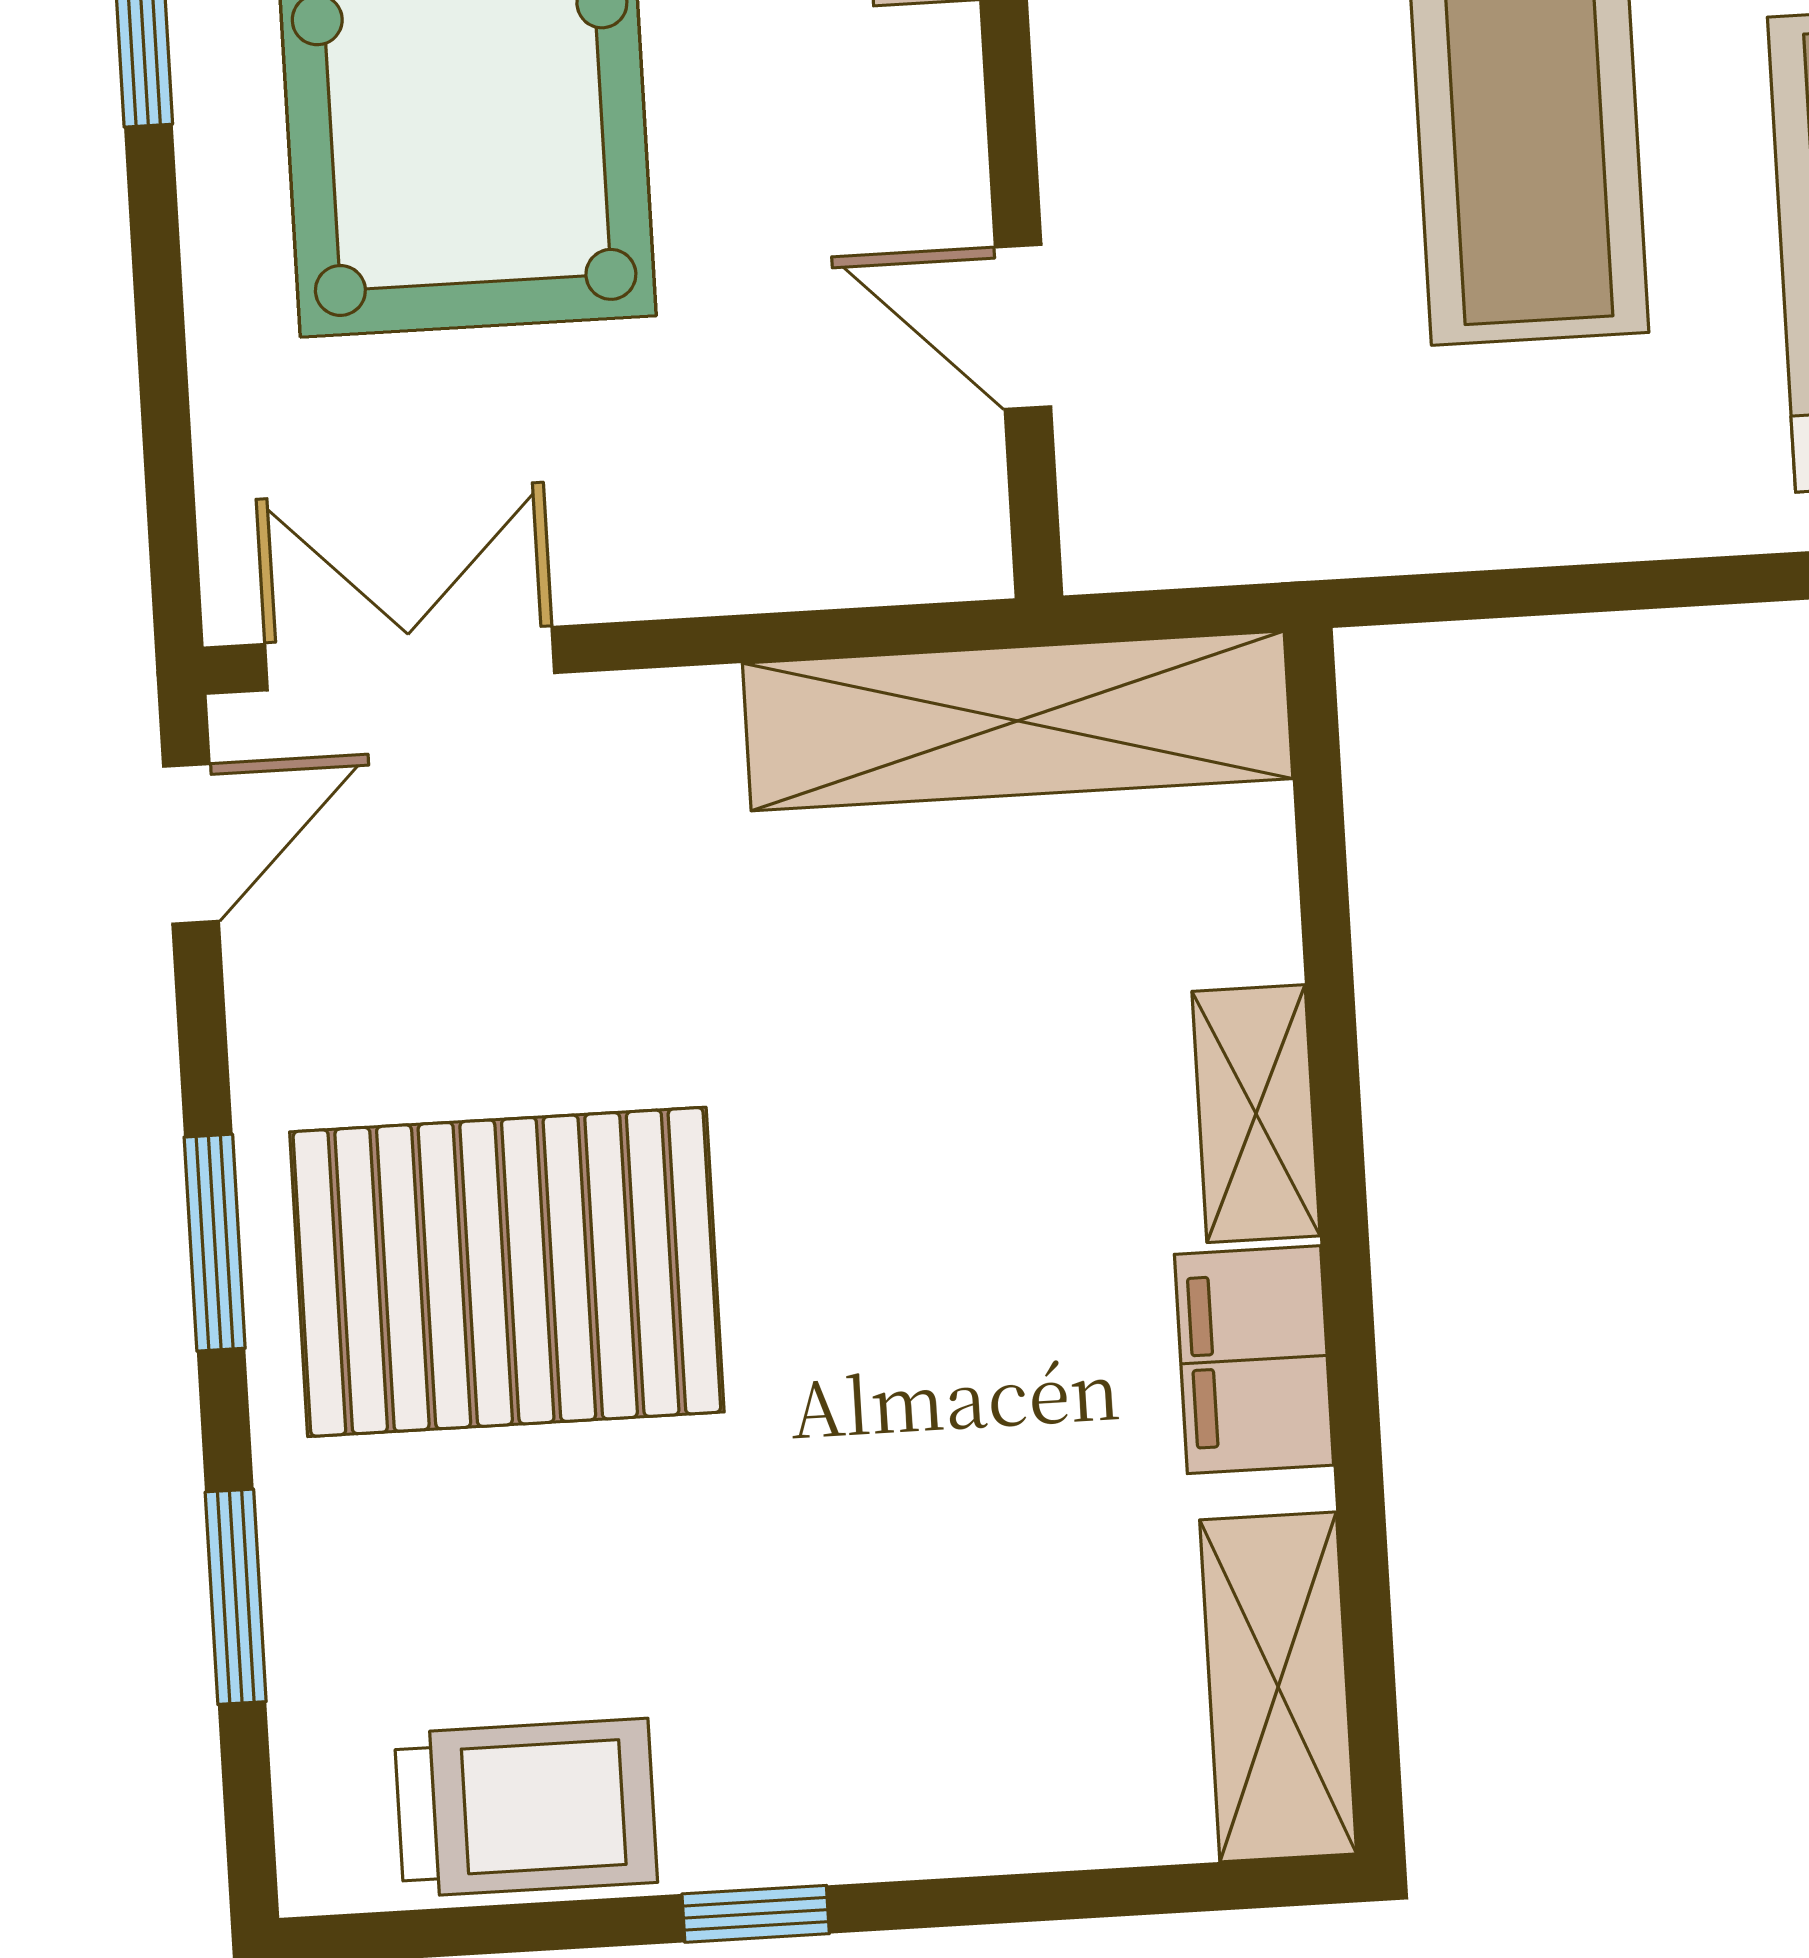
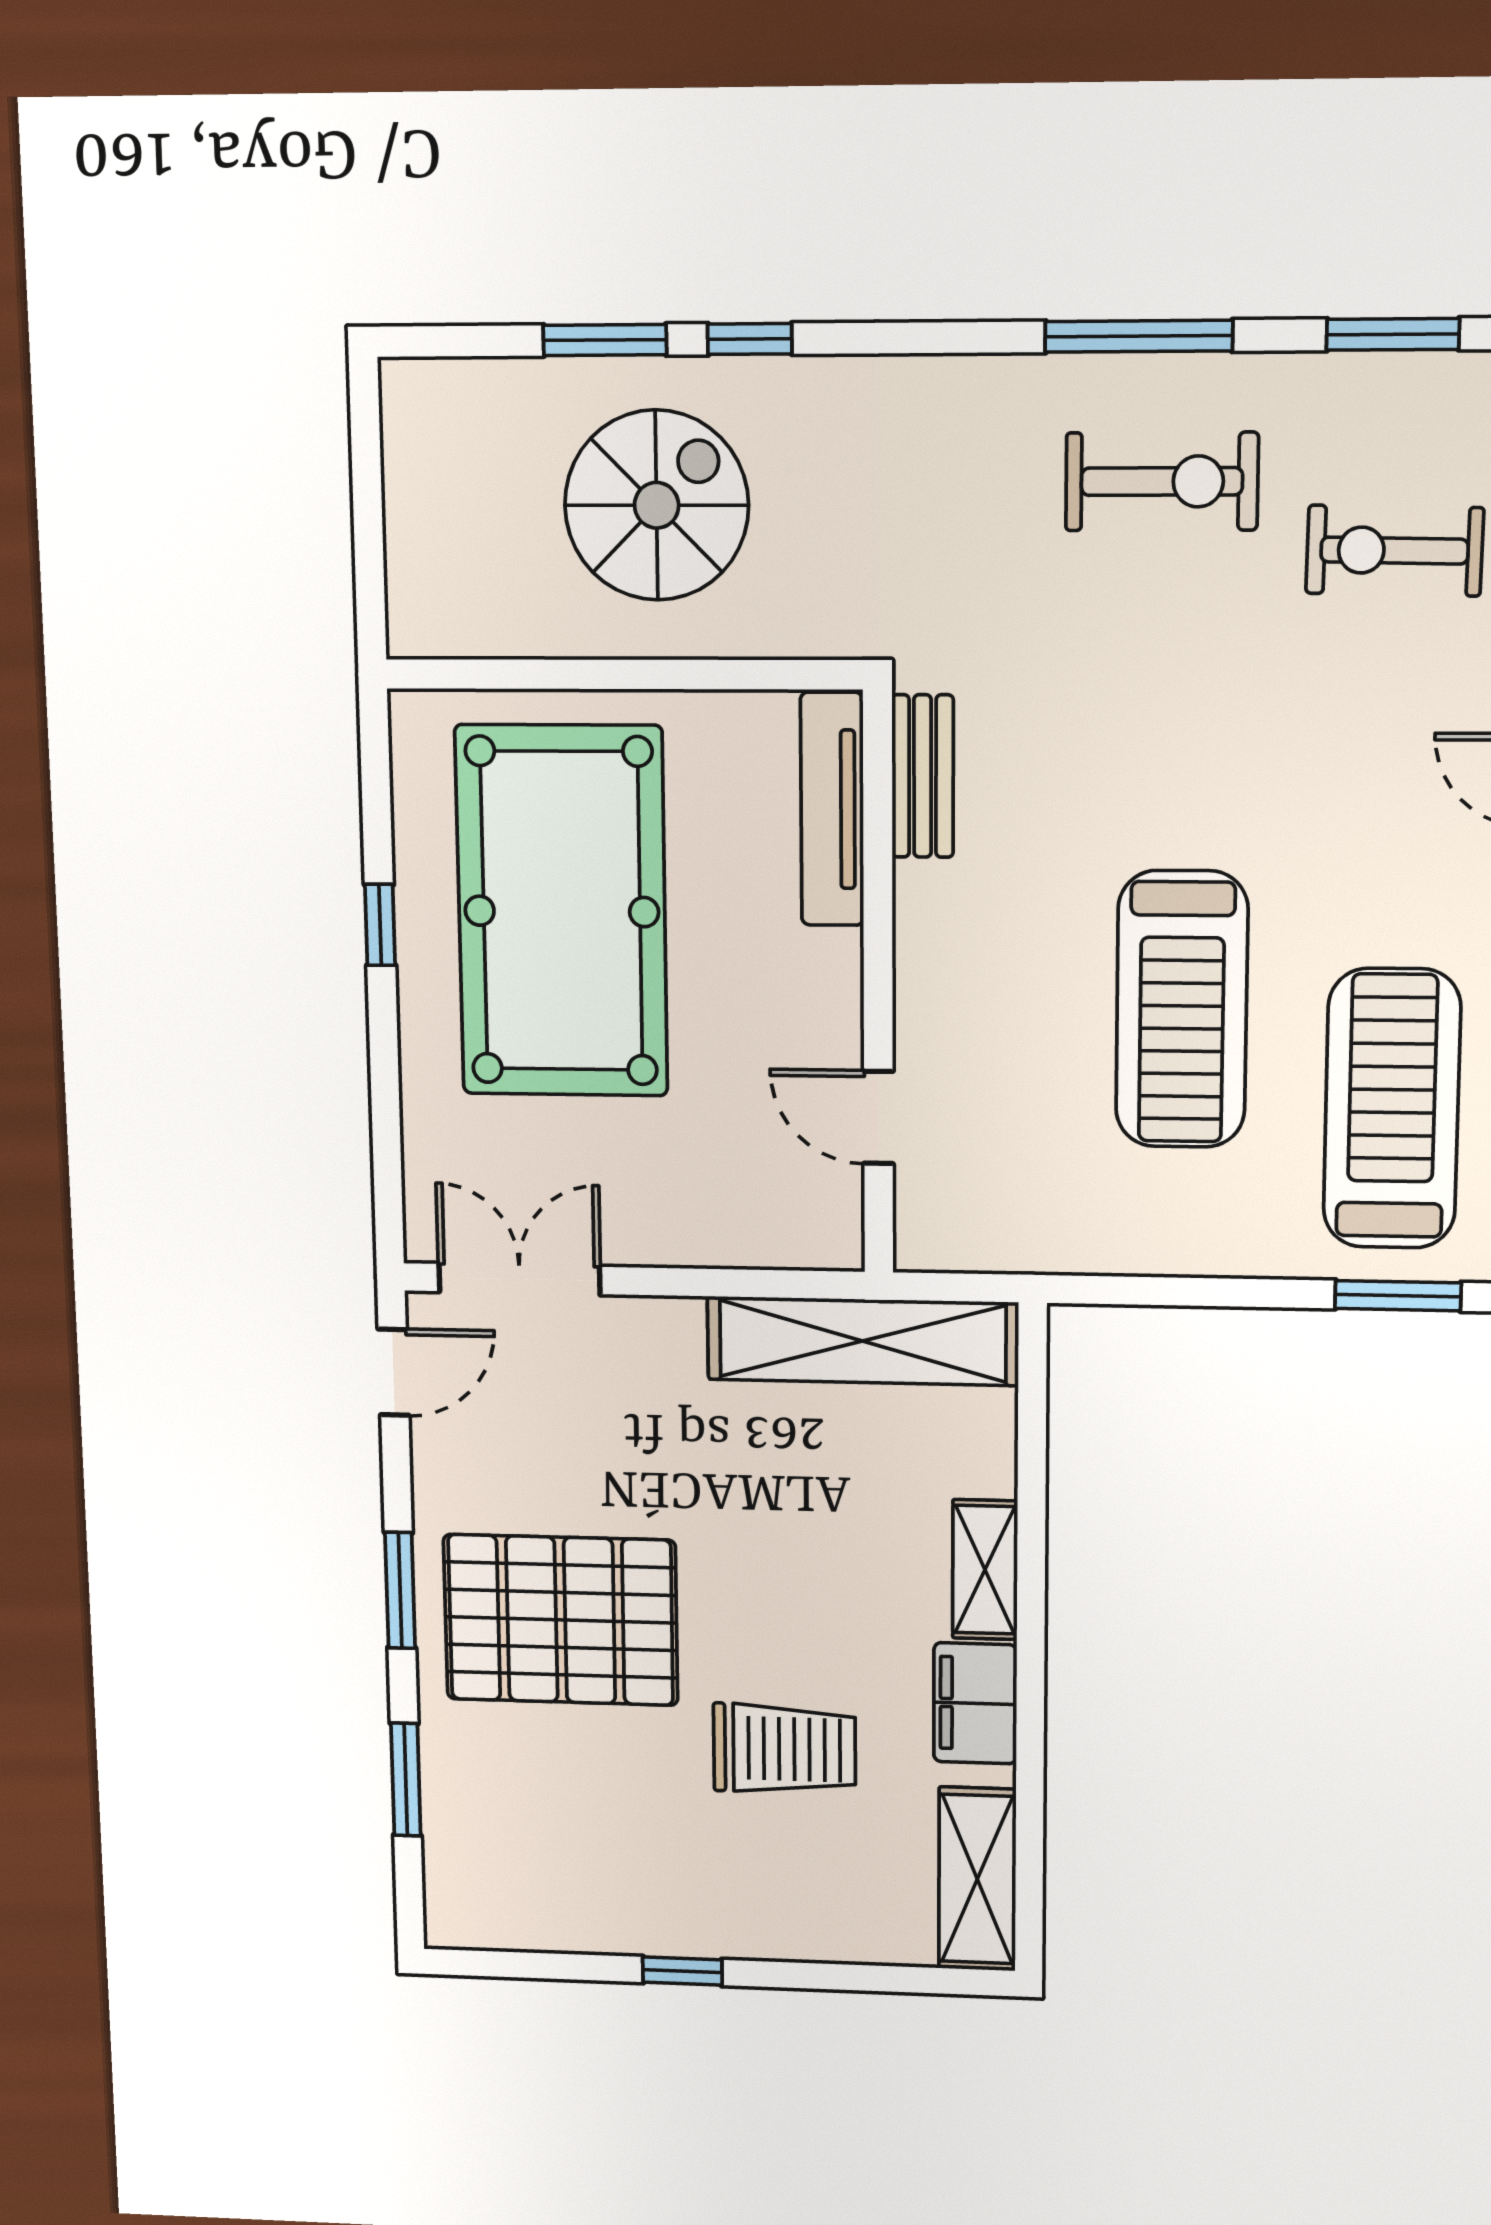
trolley: (526, 1808) -> (784, 1749), moved

